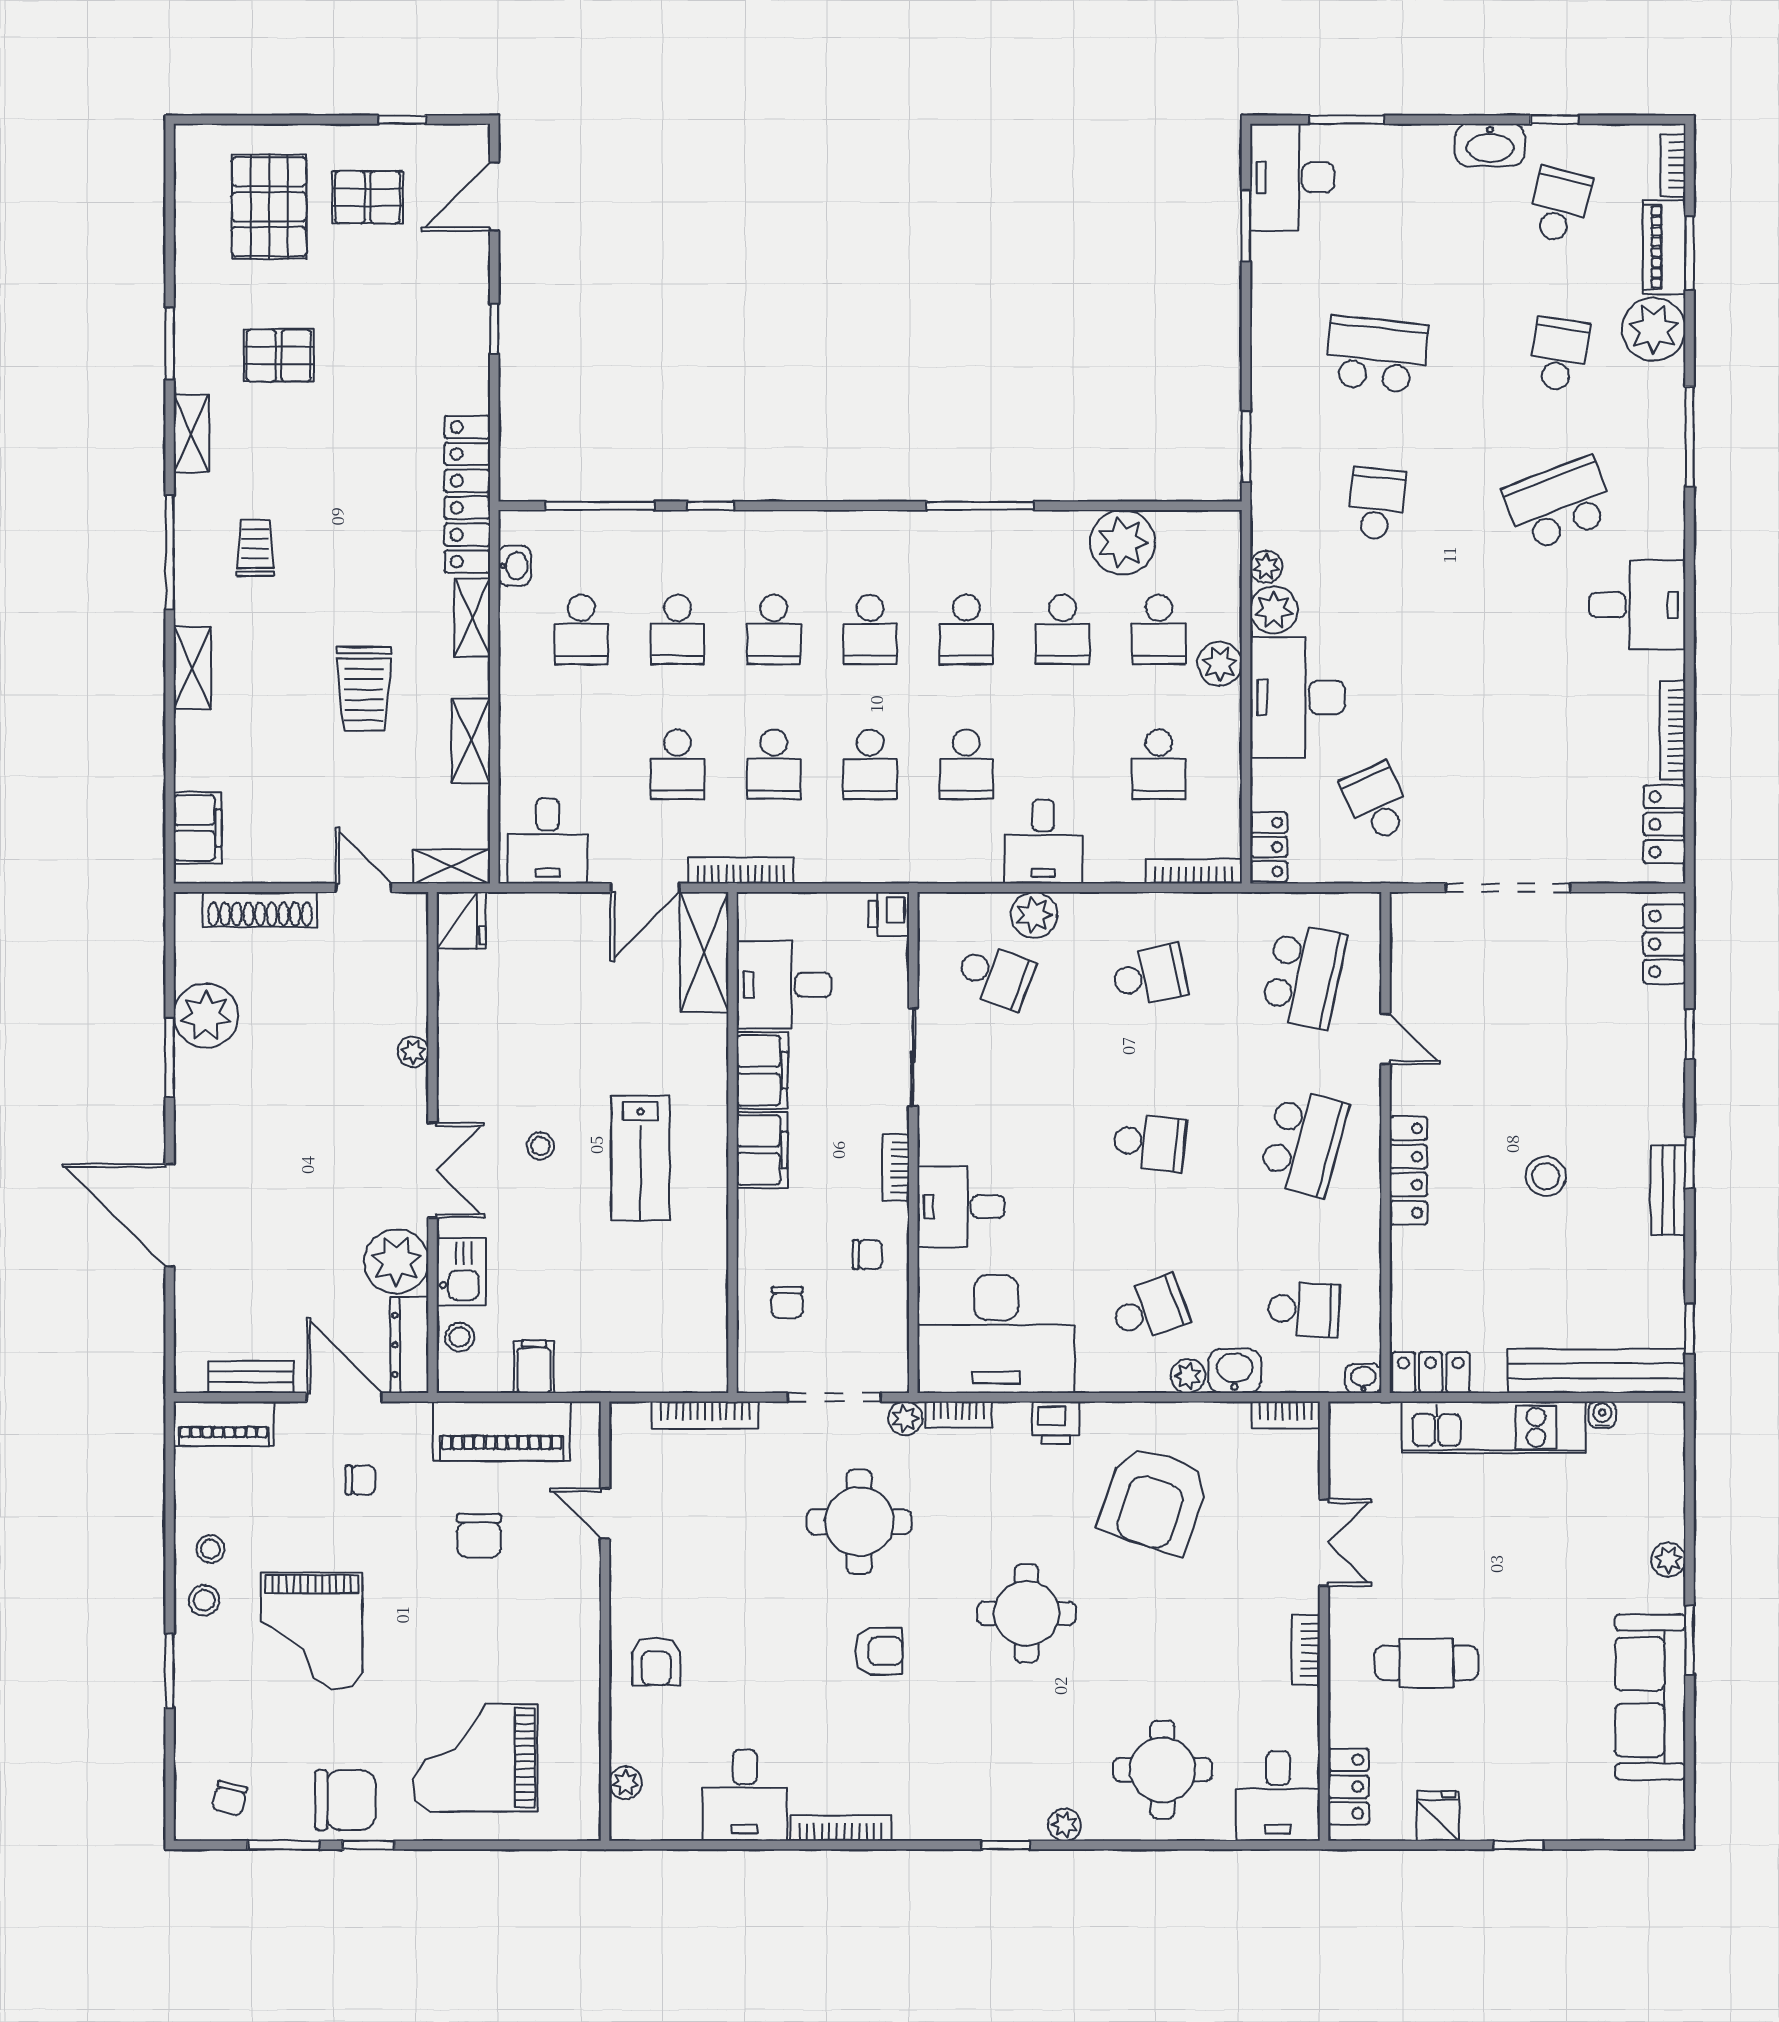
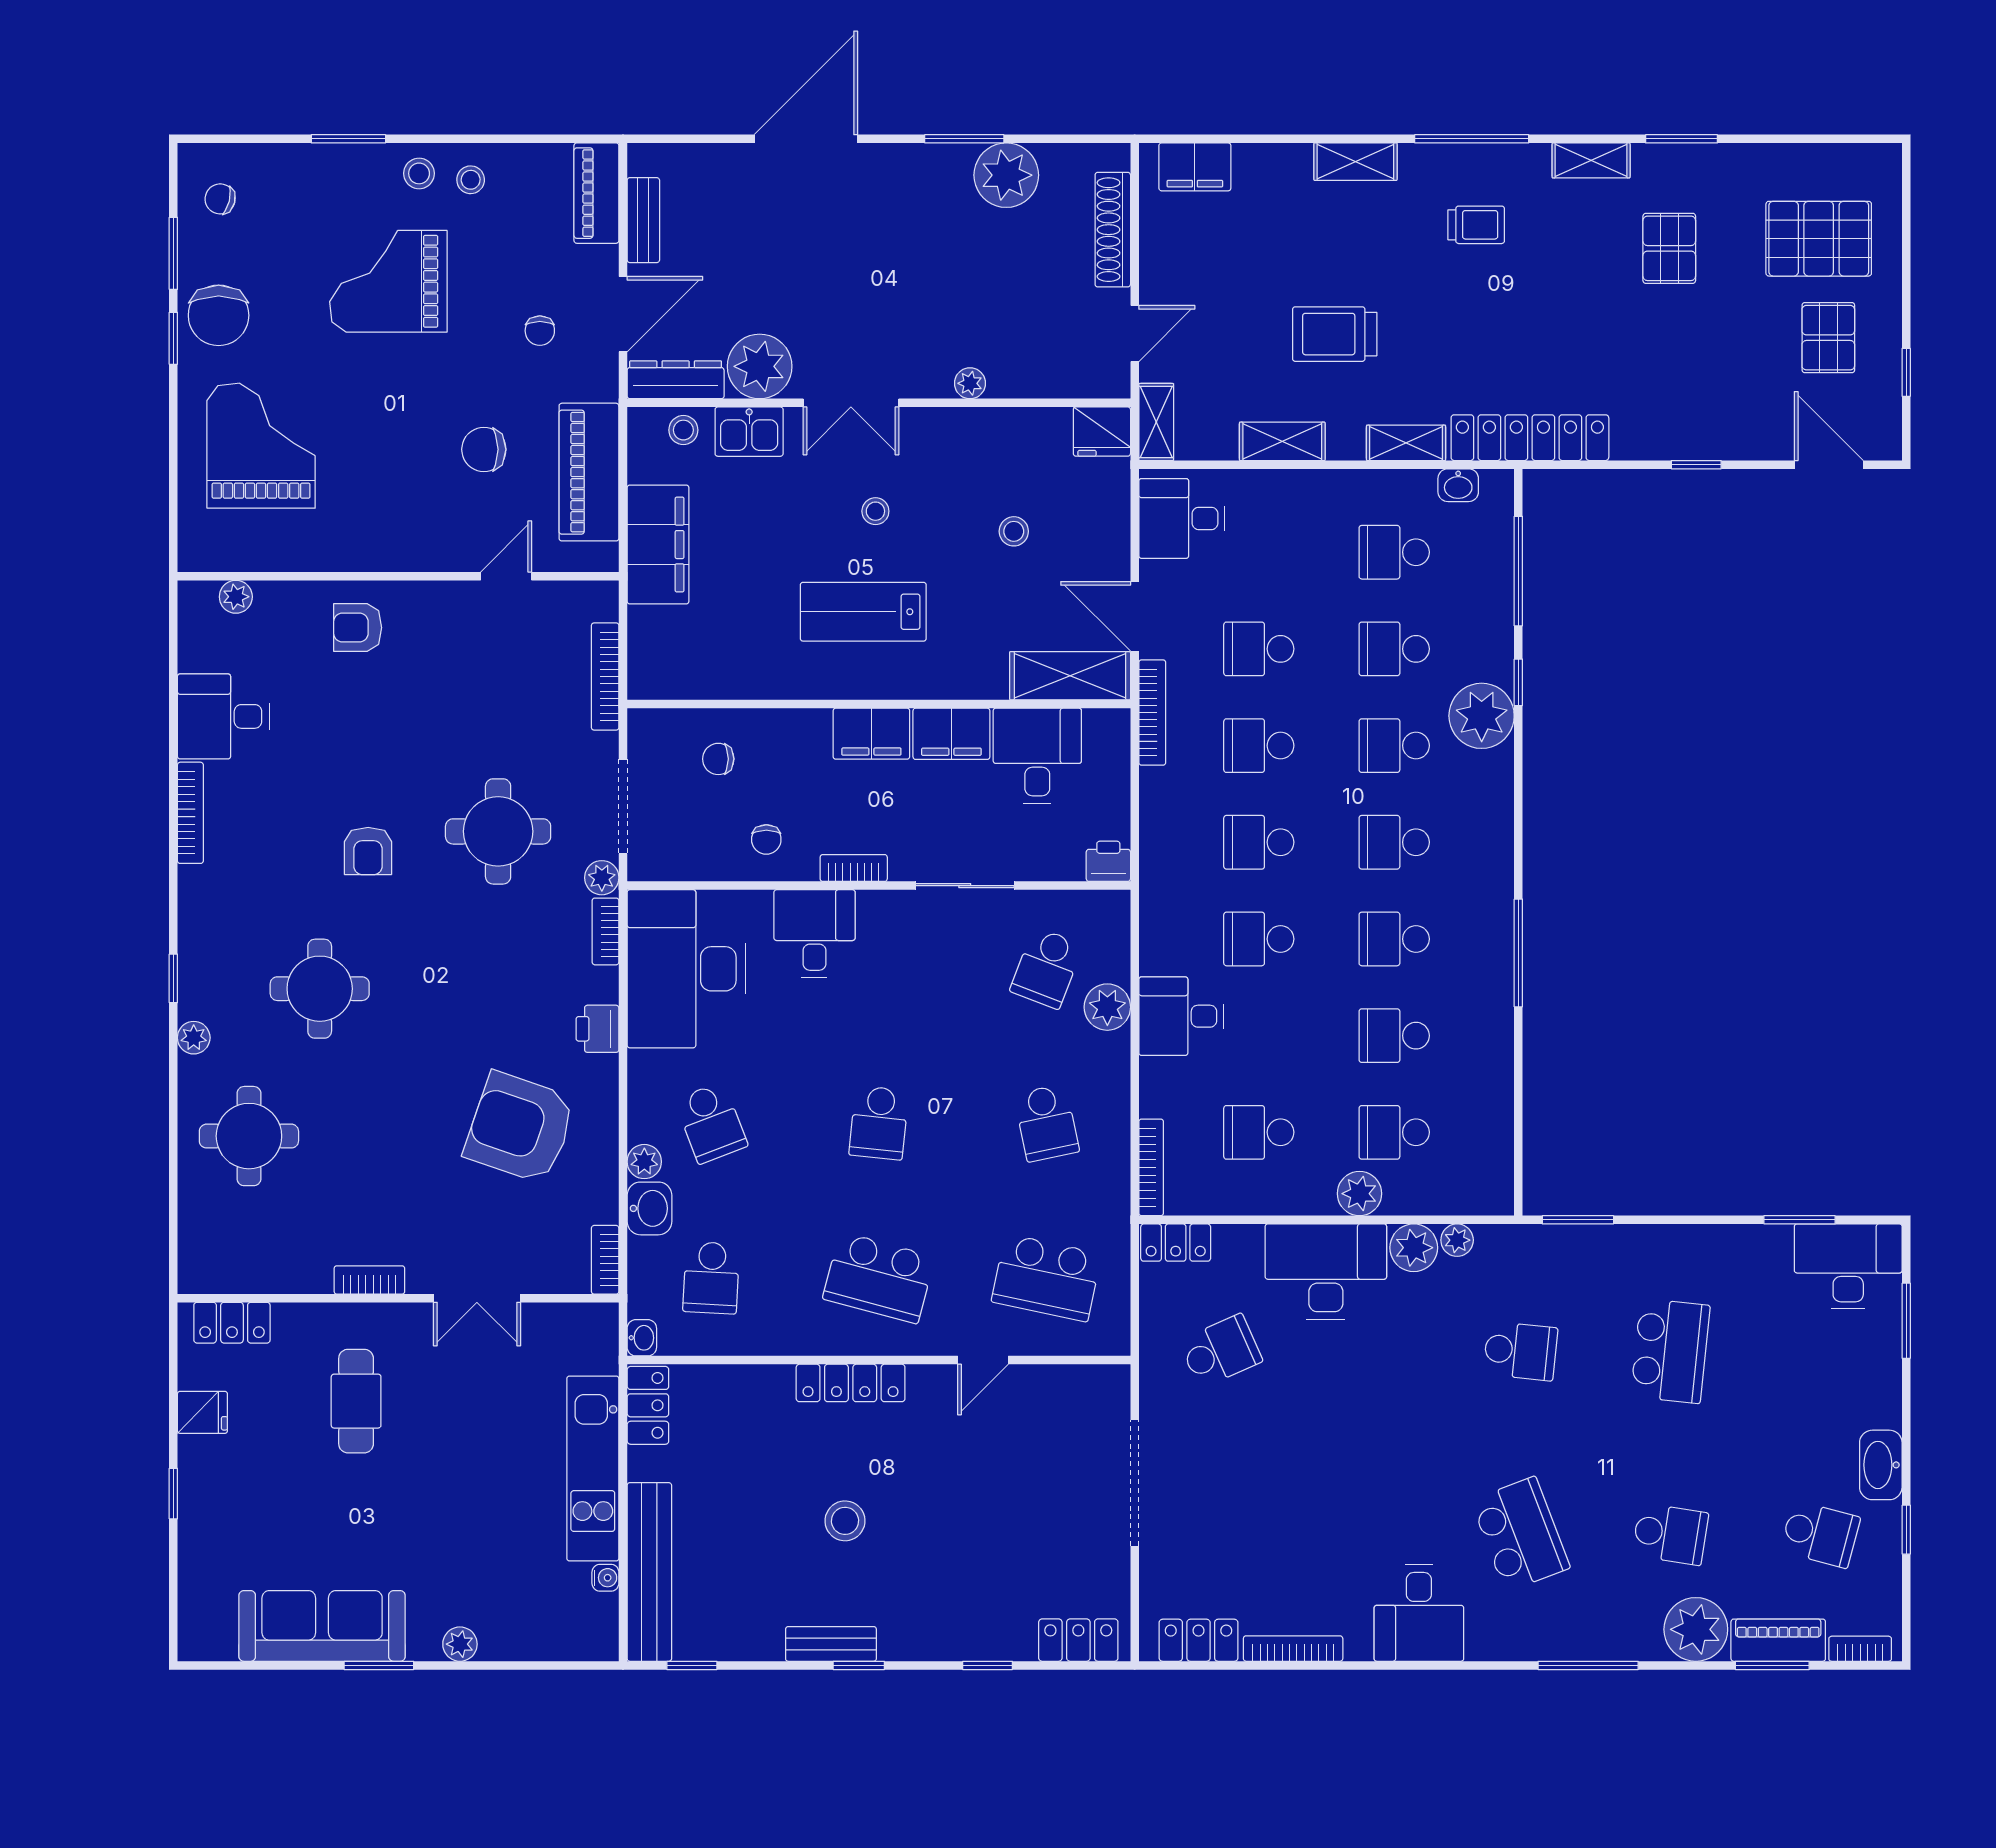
plant: (1123, 542) -> (1482, 716), moved
stool: (560, 1008) -> (1014, 531), added
filing cabinet: (534, 1367) -> (658, 545), width x3.00, depth x1.17
round table: (1027, 1613) -> (320, 989), moved
desk: (1278, 1796) -> (223, 1252), removed

